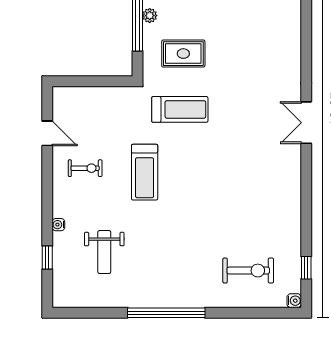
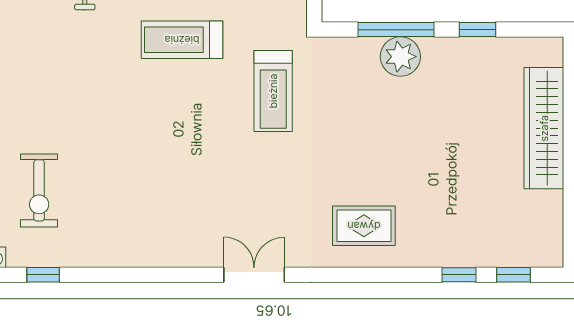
plant: (150, 16) -> (400, 57), width x1.88, depth x1.88
rug: (183, 54) -> (364, 226), moved, turned 90

